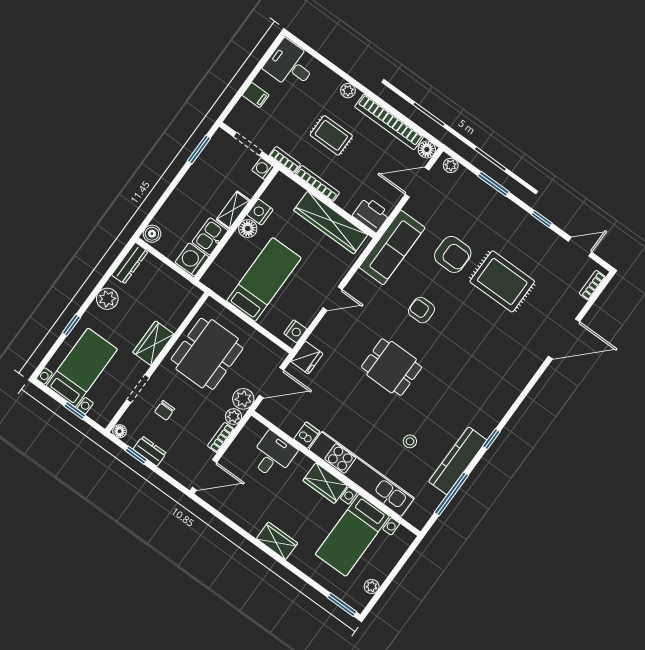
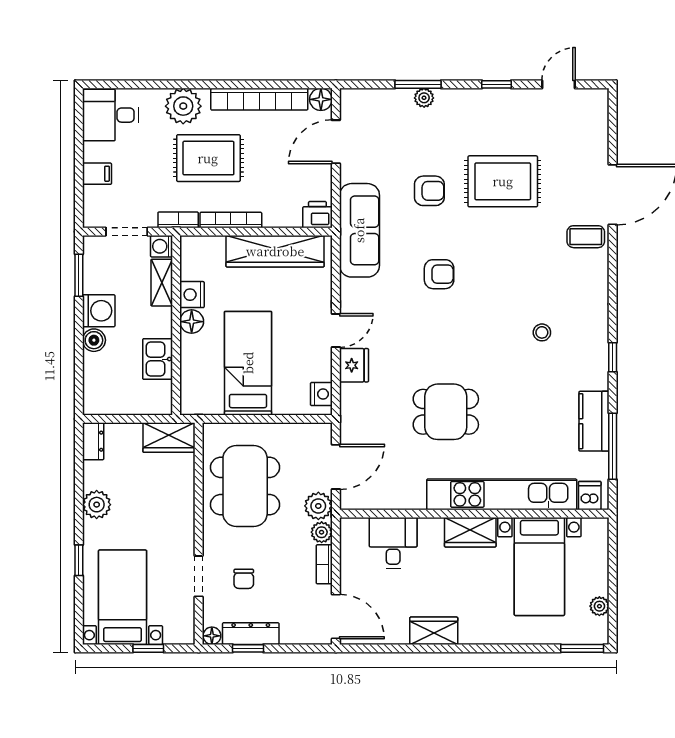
plant: (348, 91) -> (183, 106), width x1.88, depth x1.88
rug: (331, 135) -> (208, 158), width x1.36, depth x1.43
plant: (451, 165) -> (424, 98), moved
shelving: (233, 210) -> (162, 283), moved
printer: (371, 215) -> (317, 215), width x0.73, depth x0.81
boiler: (152, 234) -> (94, 340), moved
armchair: (453, 254) -> (429, 191), width x0.72, depth x0.72
washing machine: (192, 260) -> (99, 311), moved, turned 180
dresser: (130, 263) -> (93, 441), width x0.70
bookcase: (592, 285) -> (601, 116), removed
armchair: (421, 310) -> (439, 274), turned 180
wardrobe: (153, 343) -> (169, 438), moved, turned -90
coffee table: (529, 353) -> (586, 237), added
fridge: (307, 358) -> (354, 365), moved
dining table: (392, 367) -> (446, 412), moved
dishwasher: (307, 435) -> (590, 496), moved
stool: (410, 441) -> (542, 332), moved
dresser: (150, 451) -> (251, 634), width x1.44
kitchen counter: (458, 461) -> (594, 421), width x0.67
door: (205, 475) -> (336, 617), hinge flipped
wardrobe: (277, 541) -> (434, 631), moved

